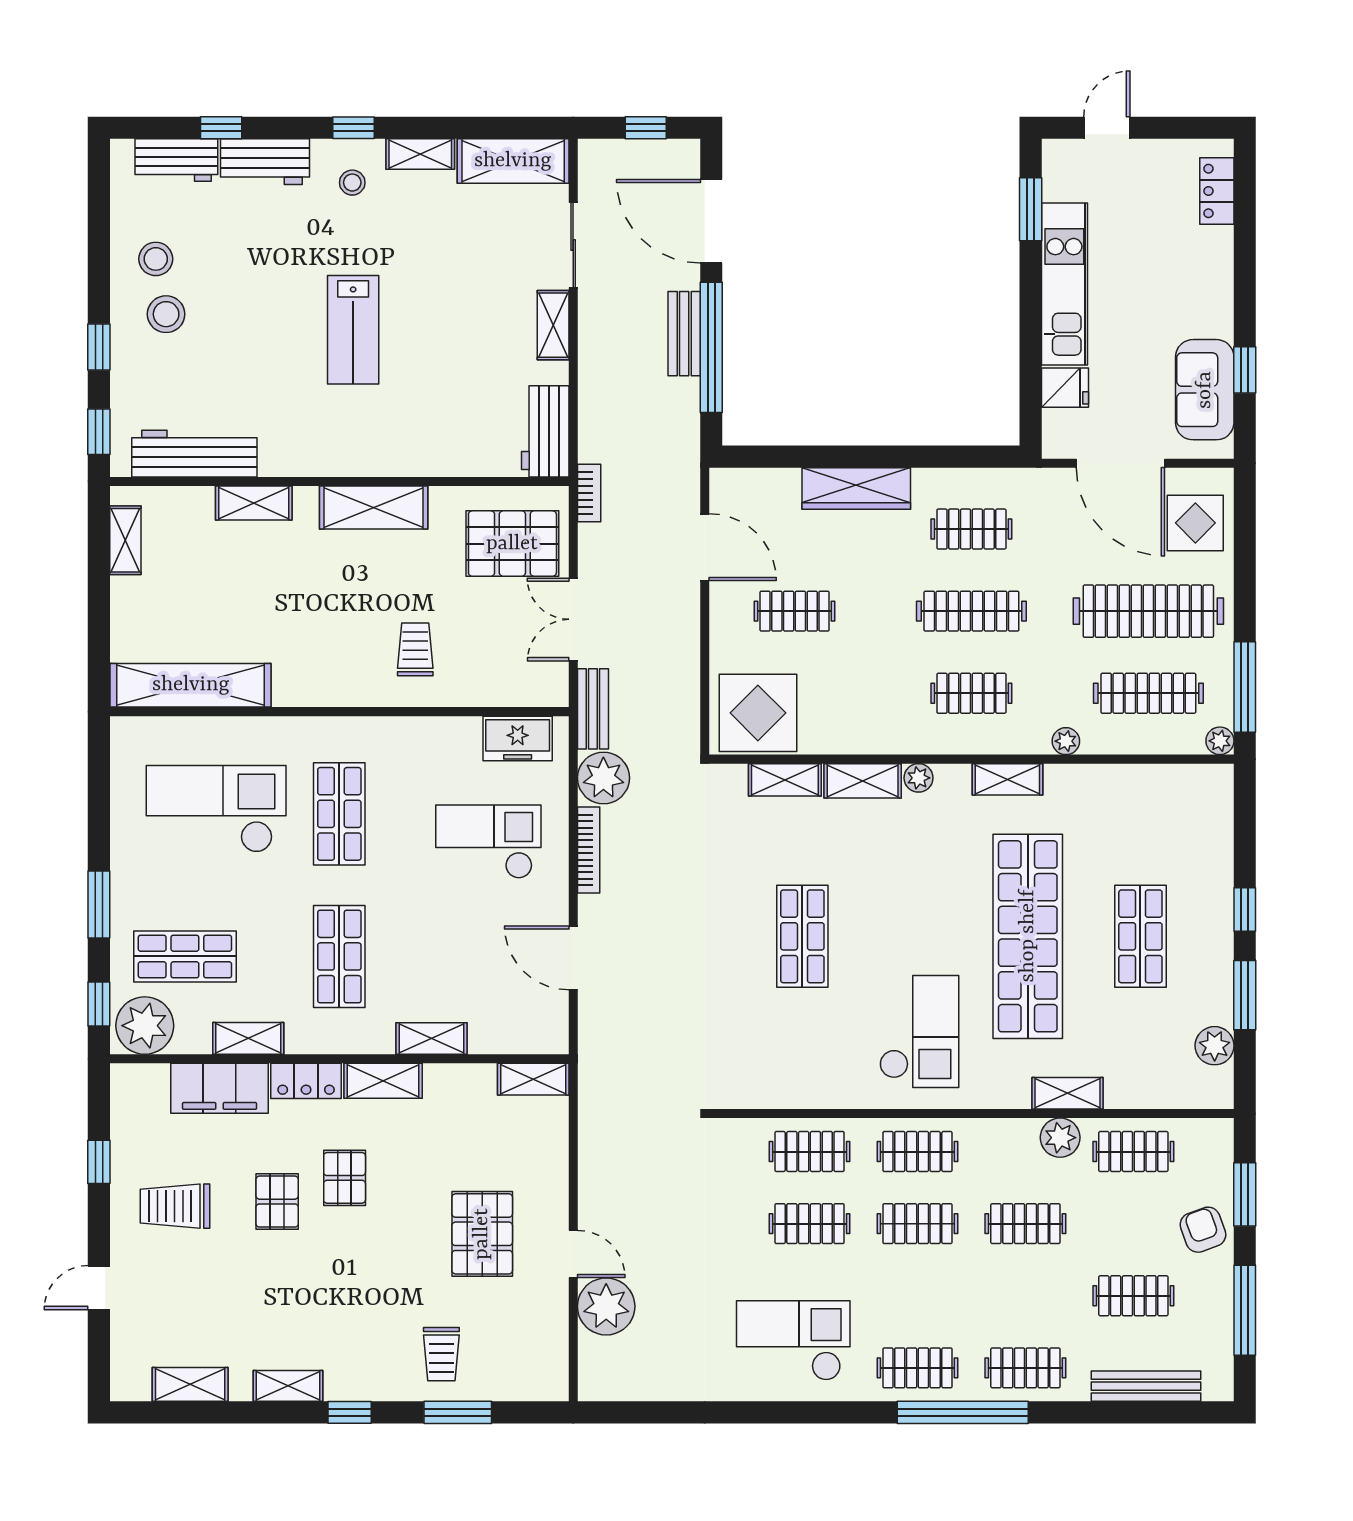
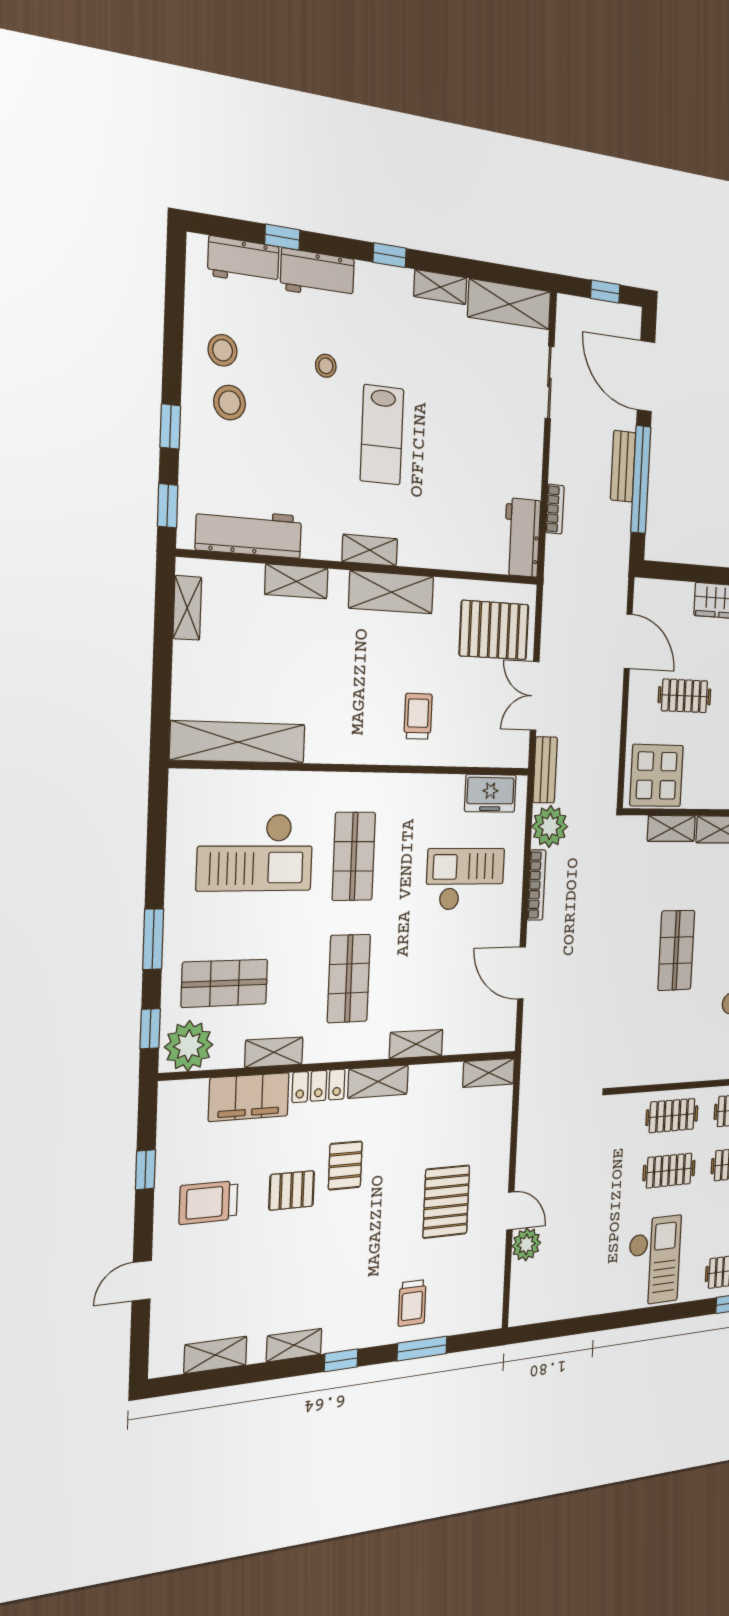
stool: (352, 183) -> (326, 366), moved
shelving: (553, 325) -> (370, 550), moved, turned 90
bookcase: (589, 493) -> (555, 509), moved
checkout: (216, 809) -> (255, 852), turned 180
pallet: (277, 1202) -> (292, 1190), turned 90
plant: (606, 1306) -> (526, 1244), width x0.73, depth x0.73
checkout: (793, 1341) -> (654, 1261), turned 90

